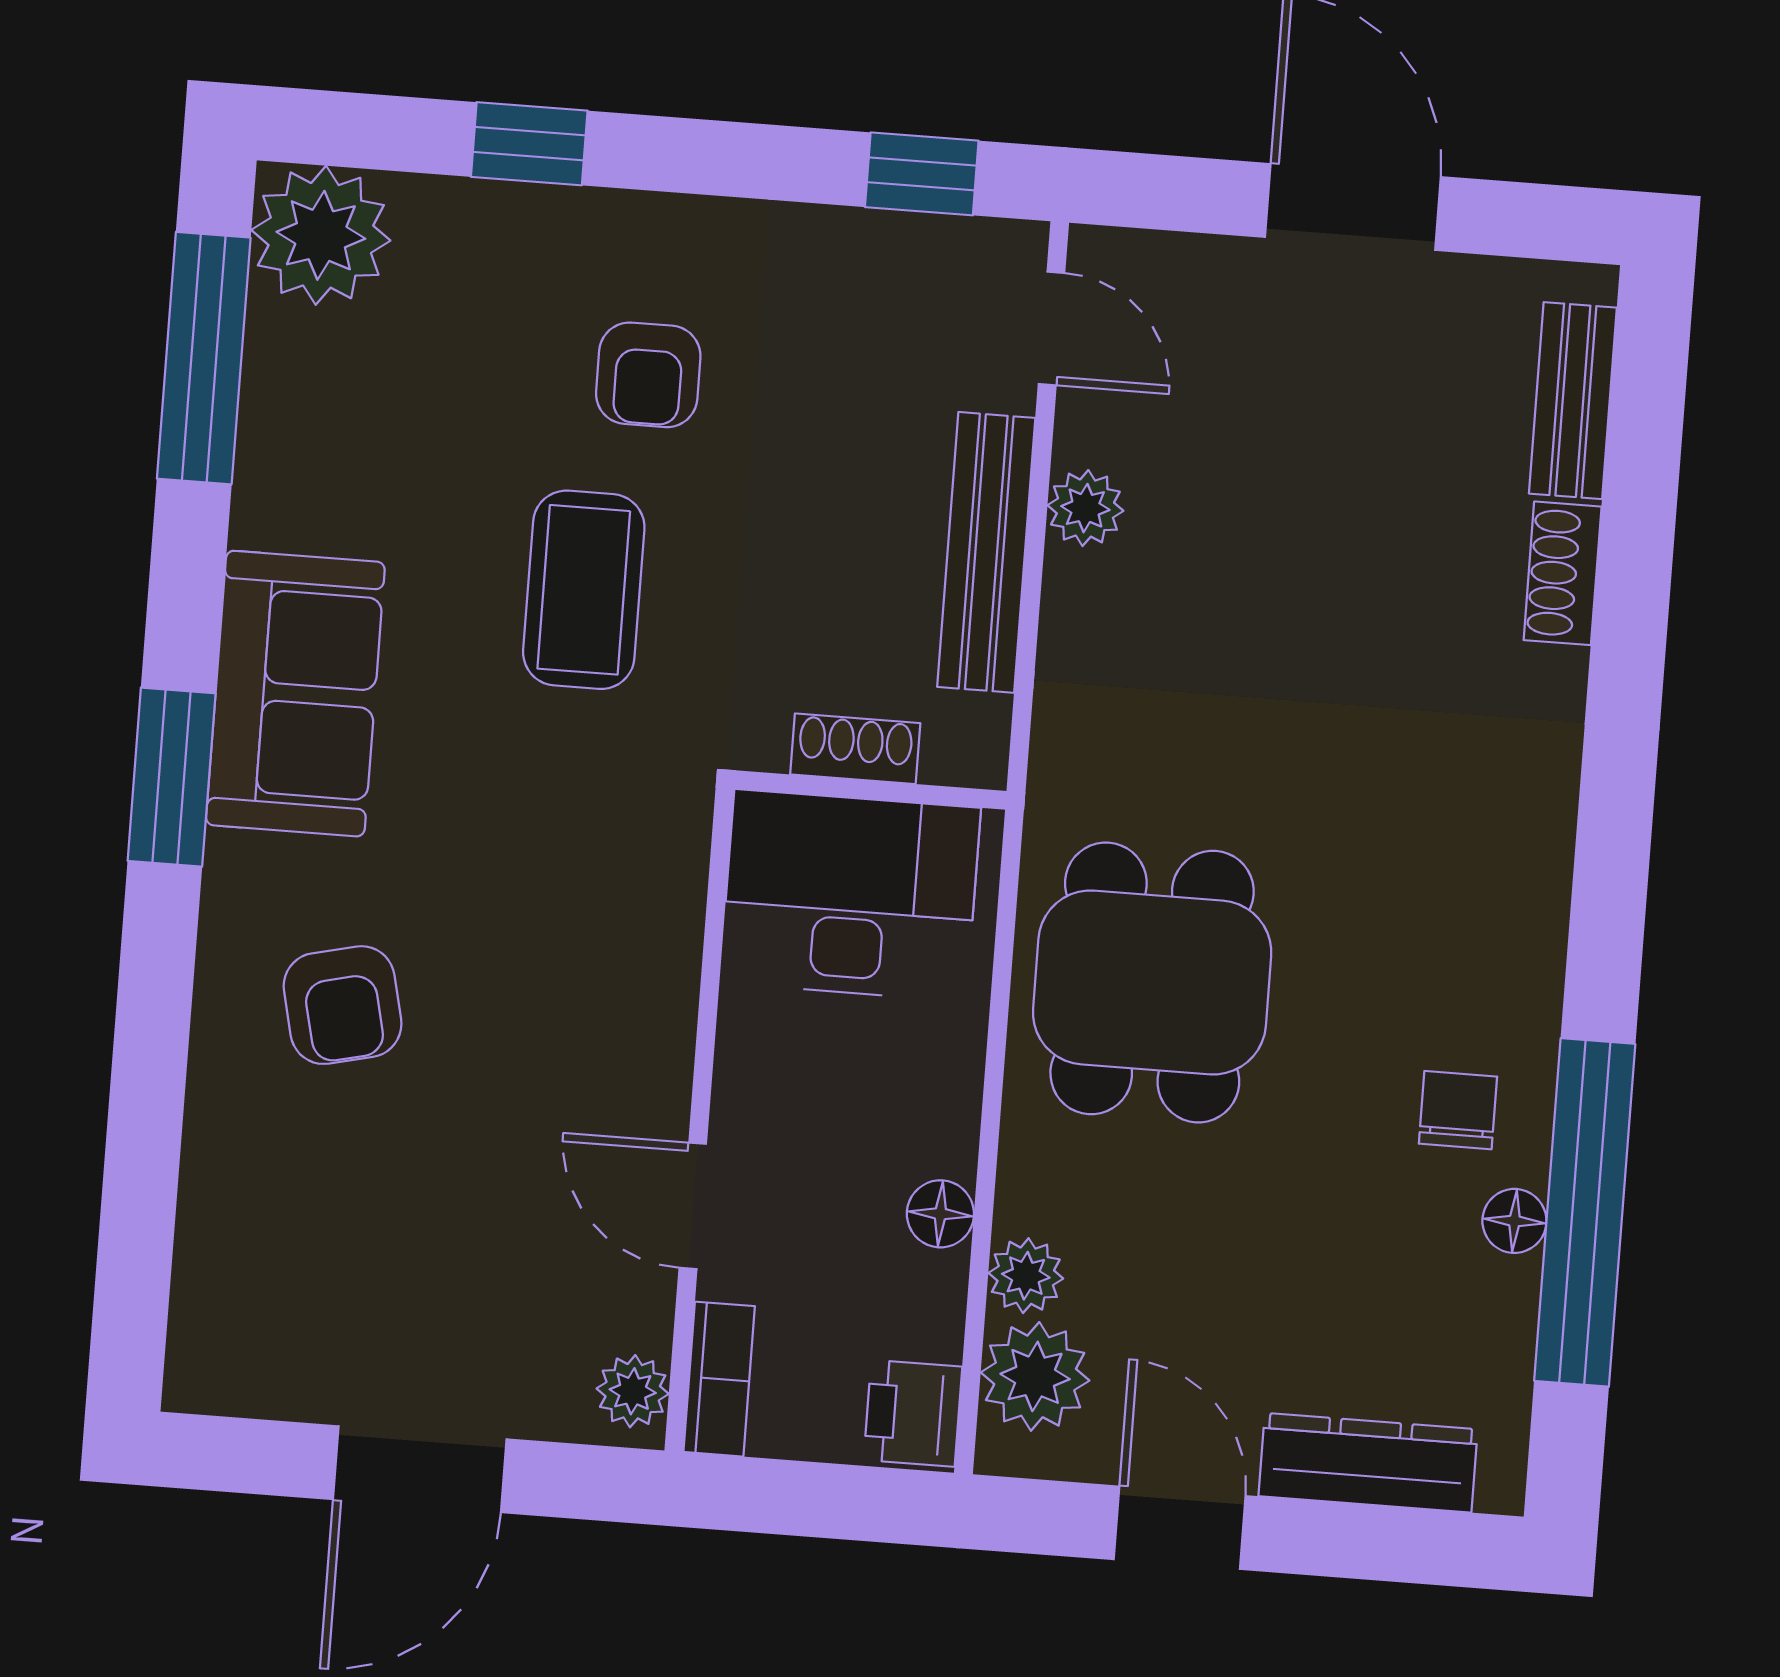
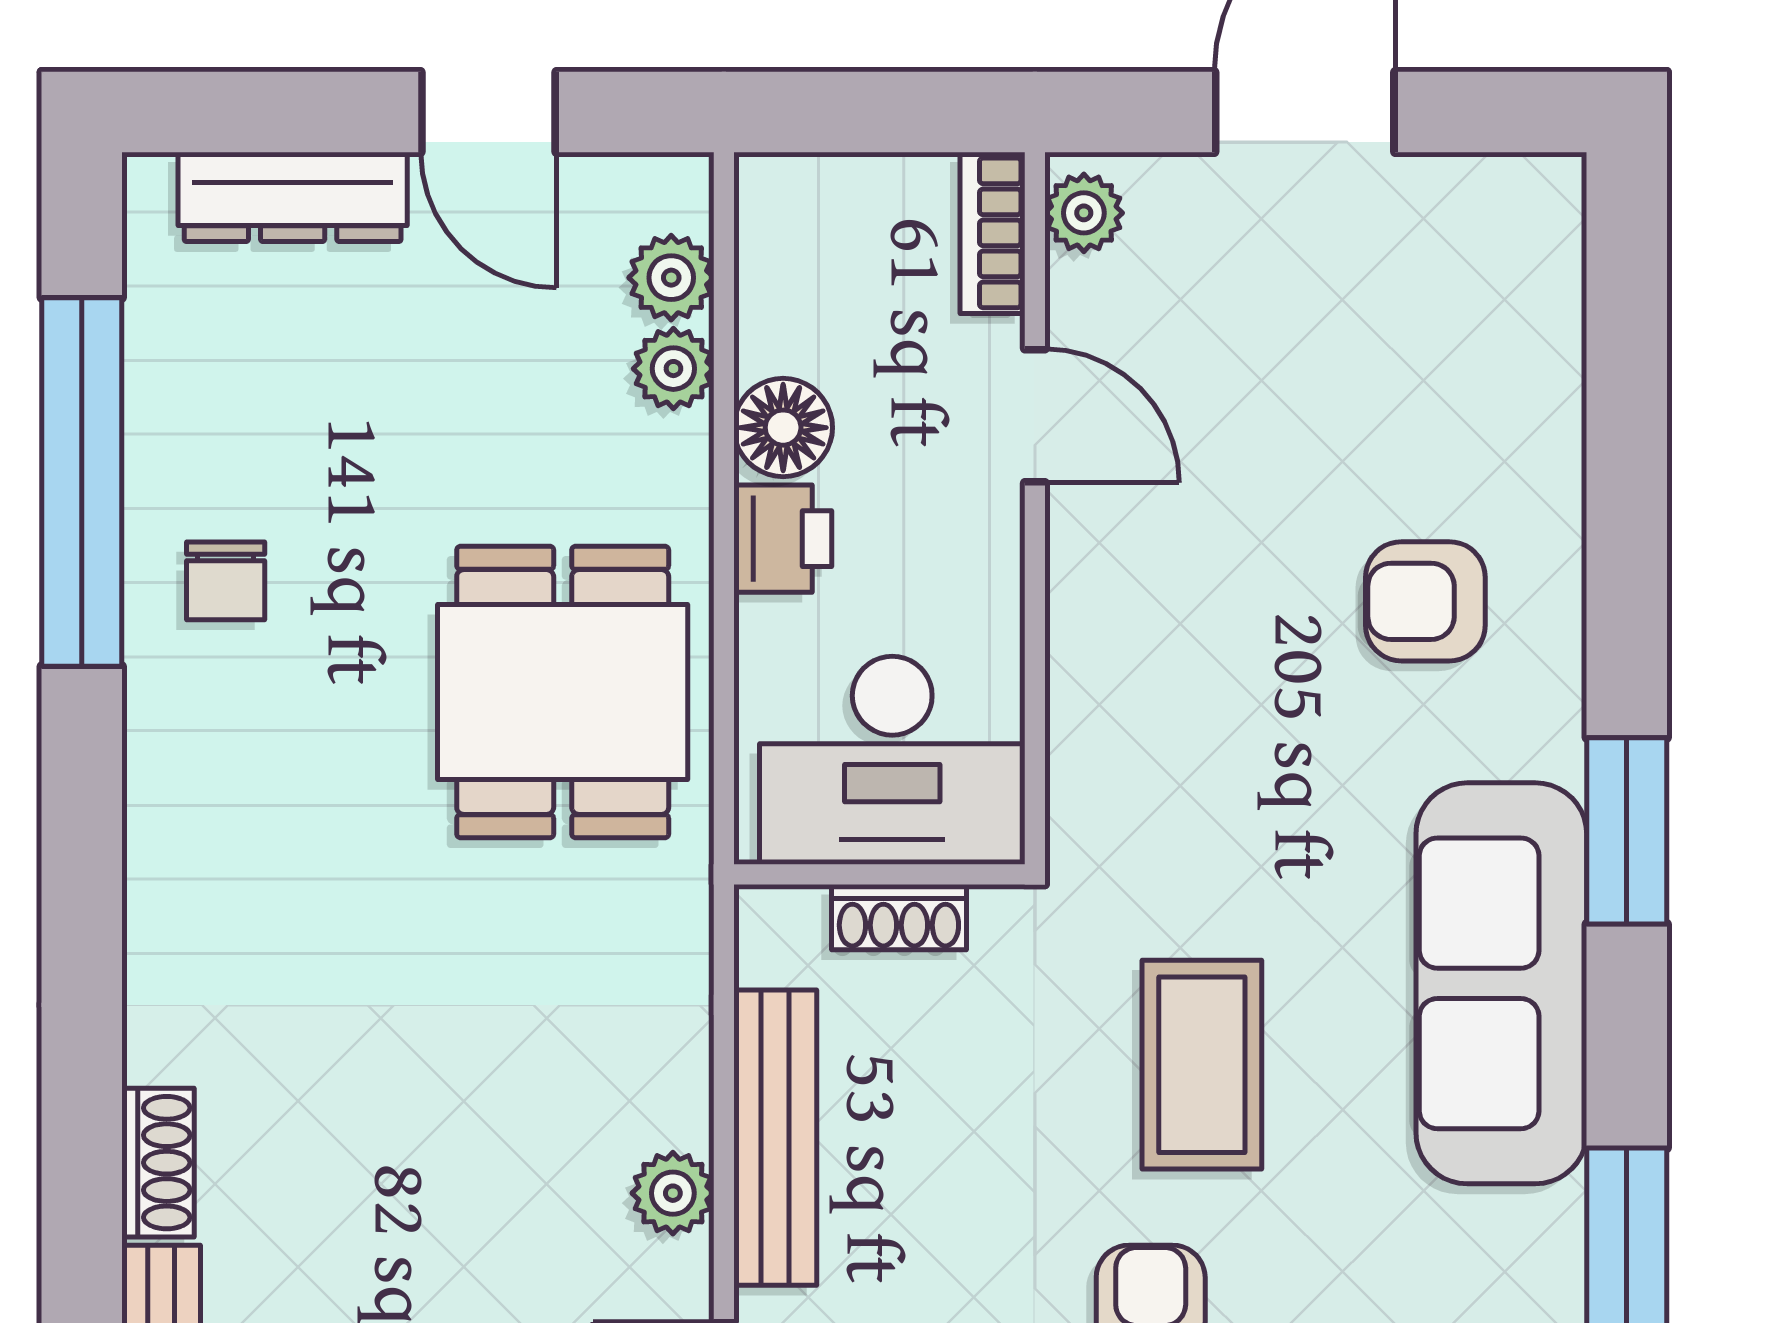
sofa: (295, 694) -> (1501, 983), width x1.36
armchair: (343, 1005) -> (1425, 601), turned -77
floor lamp: (940, 1214) -> (783, 428), width x1.37, depth x1.37
floor lamp: (1514, 1221) -> (156, 467), removed
plant: (1035, 1376) -> (671, 278), width x0.73, depth x0.73
printer: (913, 1413) -> (783, 539), moved

